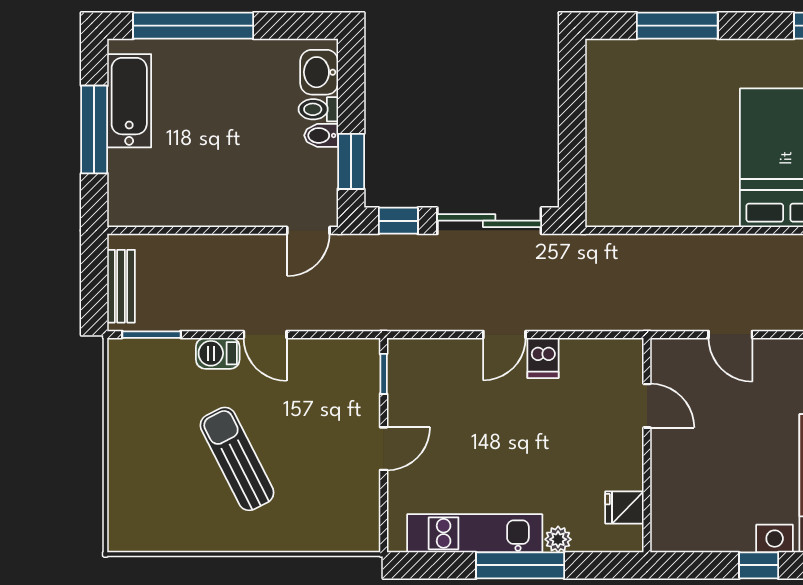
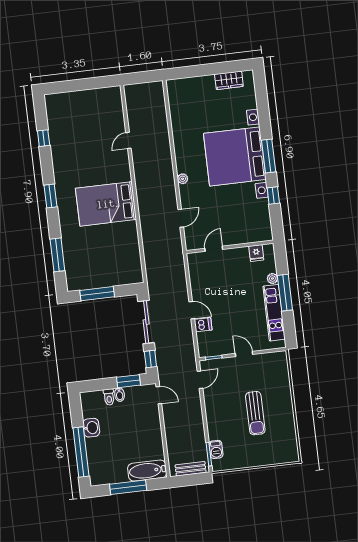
washbasin: (319, 72) -> (91, 428), moved, turned -90
bathtub: (129, 101) -> (147, 471), moved
window: (572, 110) -> (97, 294), added
door: (265, 335) -> (200, 380), moved
barbecue: (218, 353) -> (216, 449), moved
dishwasher: (543, 358) -> (203, 325), moved
sun lounger: (237, 459) -> (255, 413), turned -63

